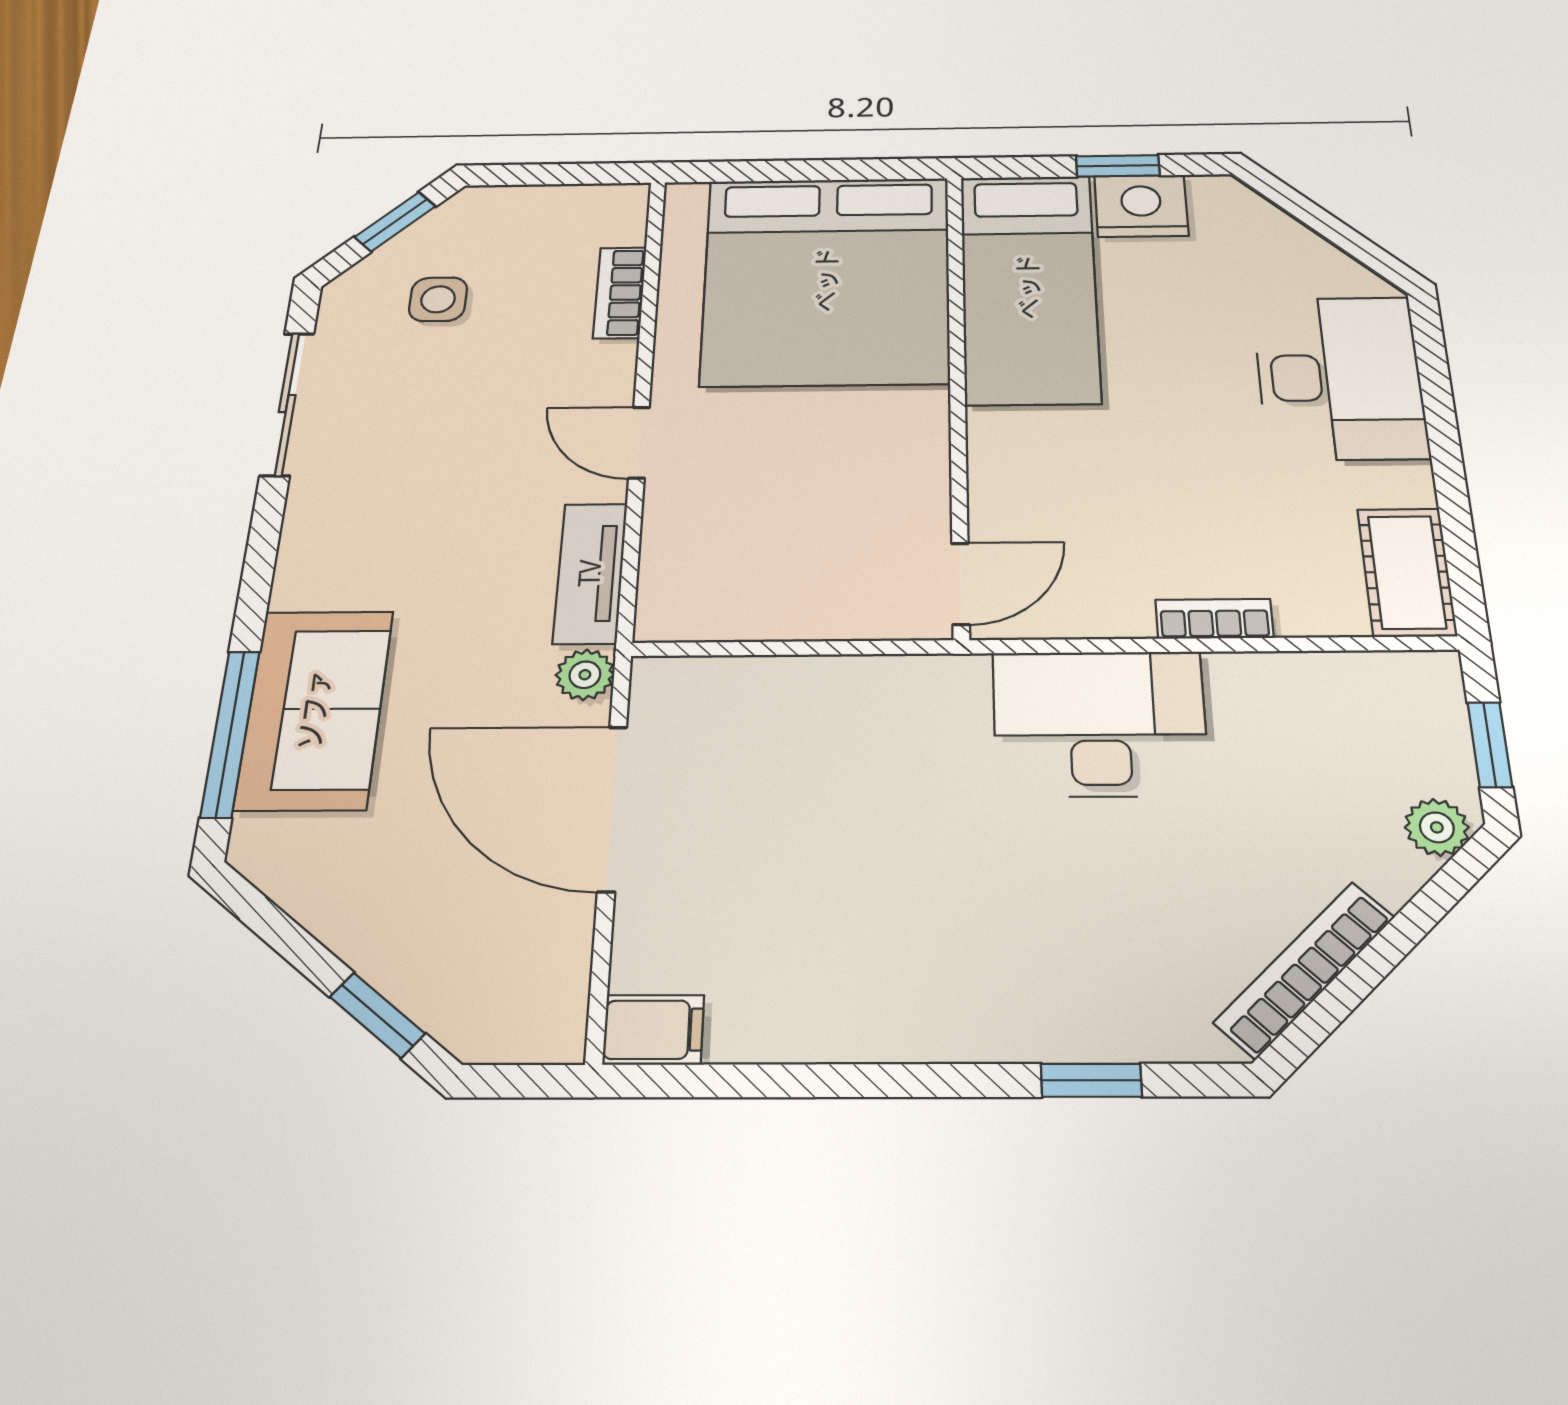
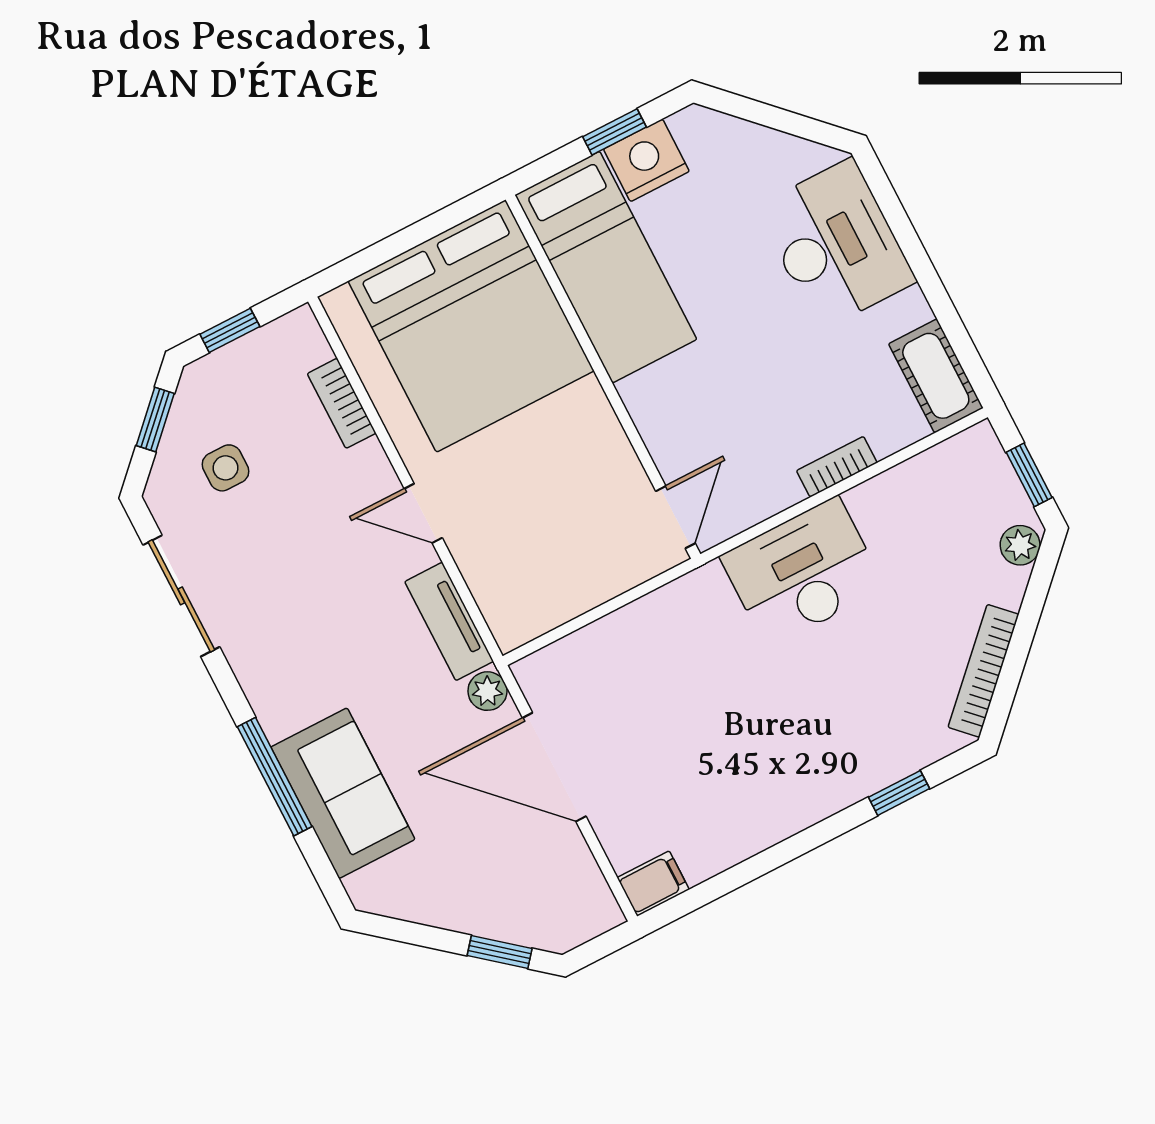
window: (543, 174) -> (230, 330), added
window: (230, 733) -> (275, 777), moved

